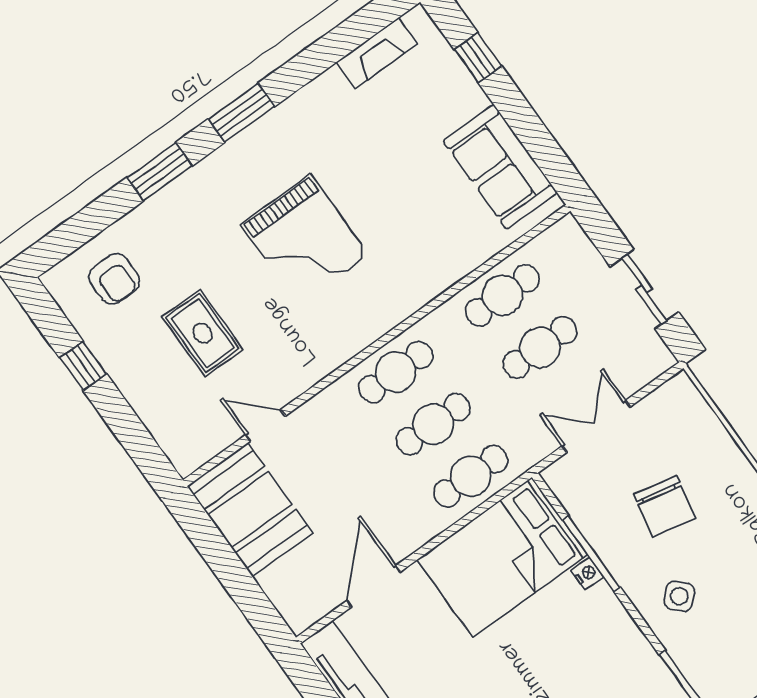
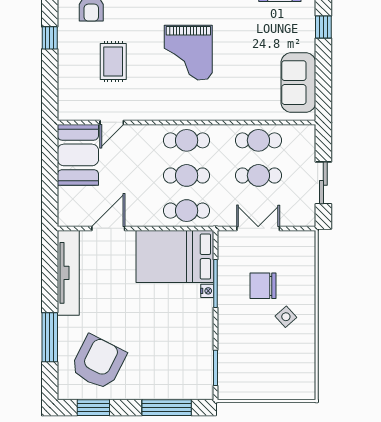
door: (265, 425) -> (112, 122), swing flipped
chair: (665, 506) -> (263, 286), turned 78
side table: (679, 596) -> (286, 317), moved

